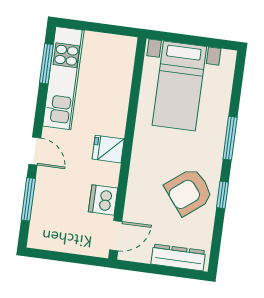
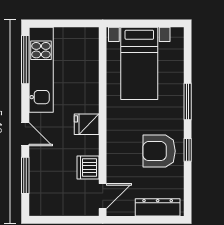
window: (46, 64) -> (25, 60), width x1.44
armchair: (189, 192) -> (159, 151), turned 38

